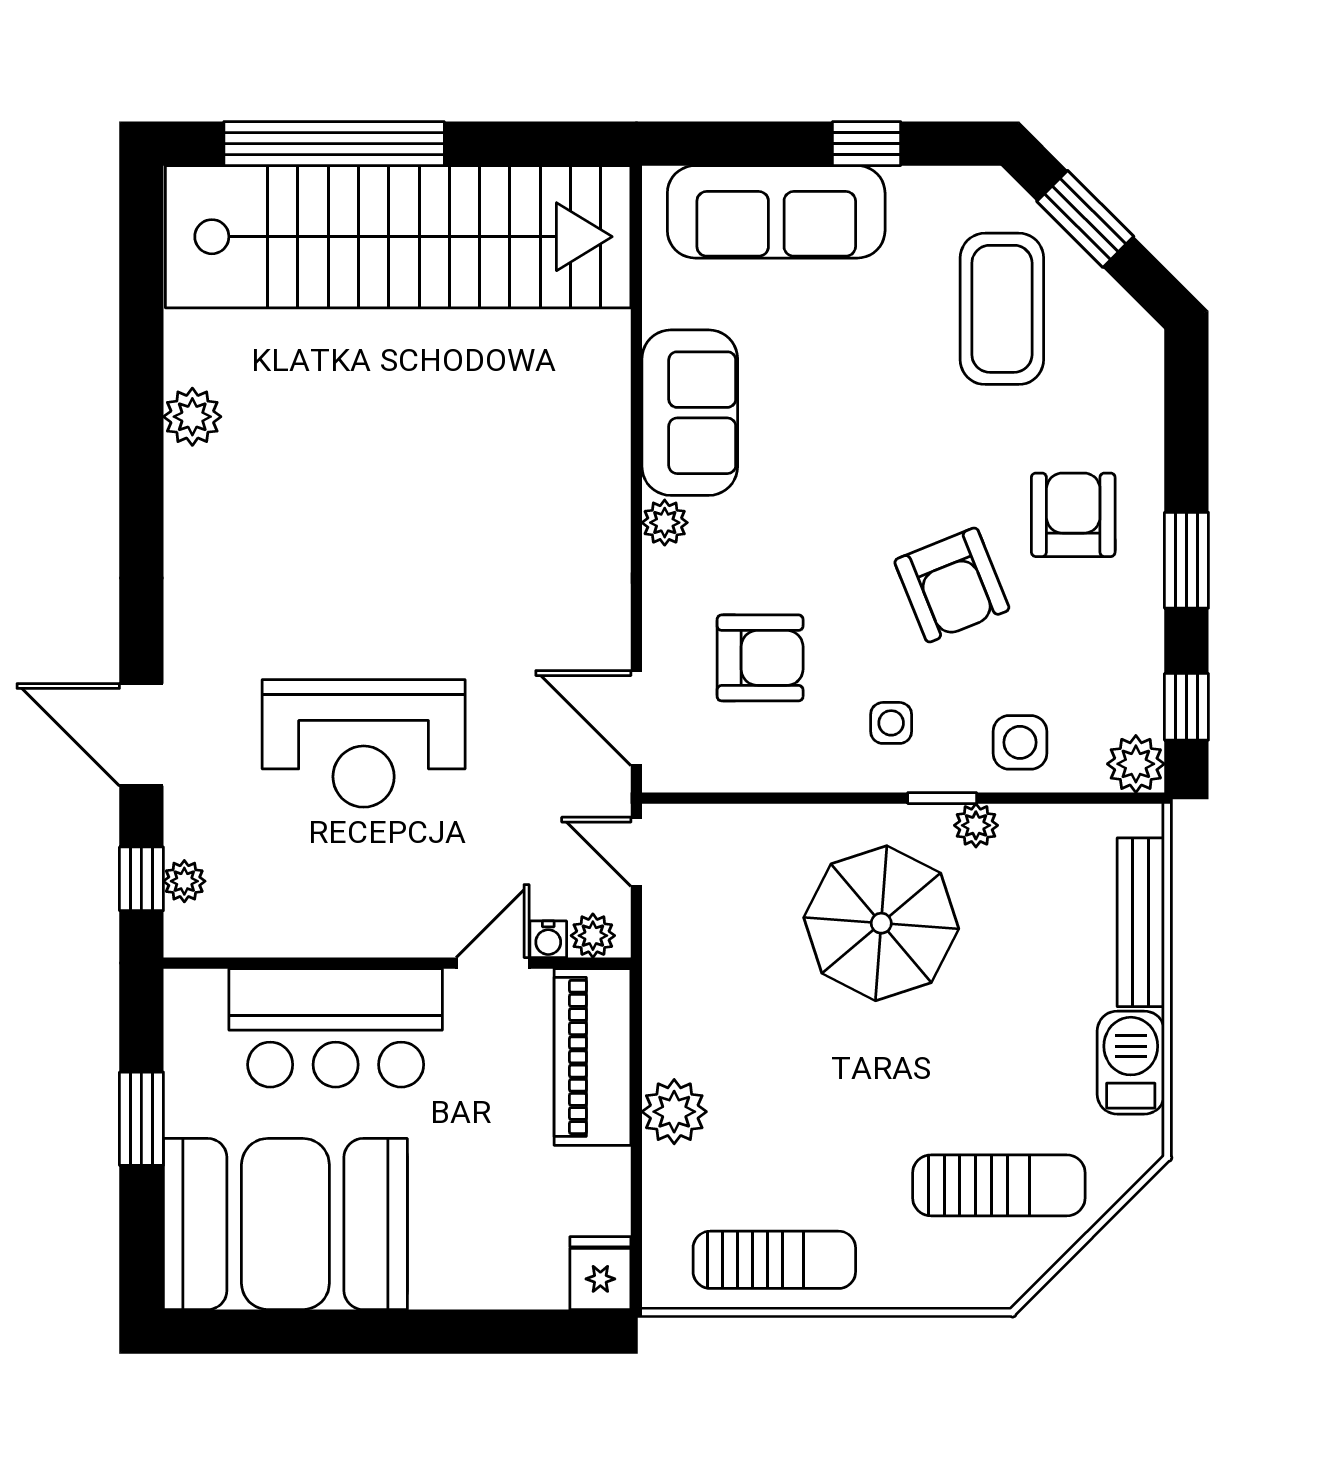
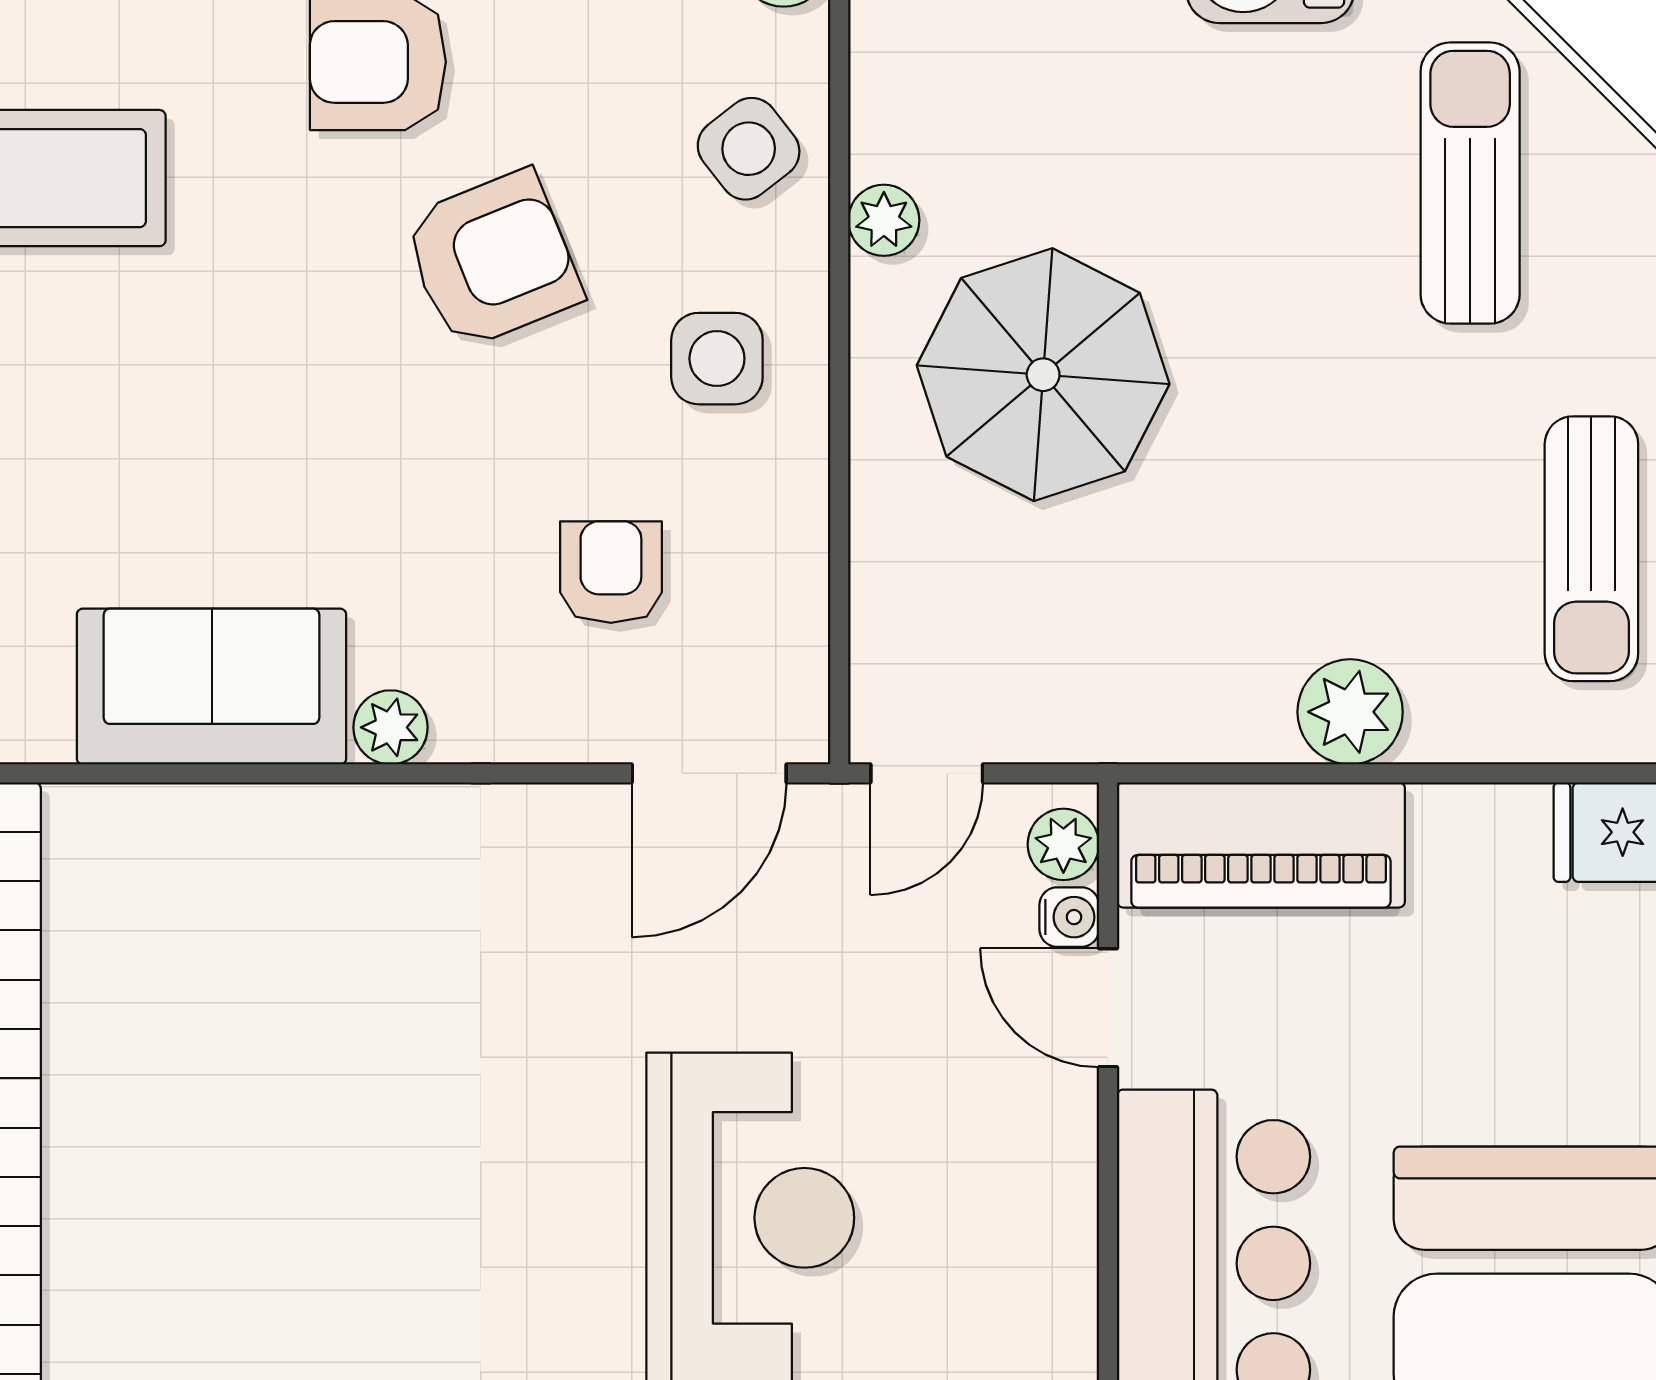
armchair: (760, 658) -> (611, 572), width x0.72, depth x0.72
side table: (891, 723) -> (717, 359), width x1.37, depth x1.37
side table: (1020, 742) -> (749, 149), turned -38
window: (942, 798) -> (839, 276), removed
sun lounger: (774, 1260) -> (1591, 549), turned 180

